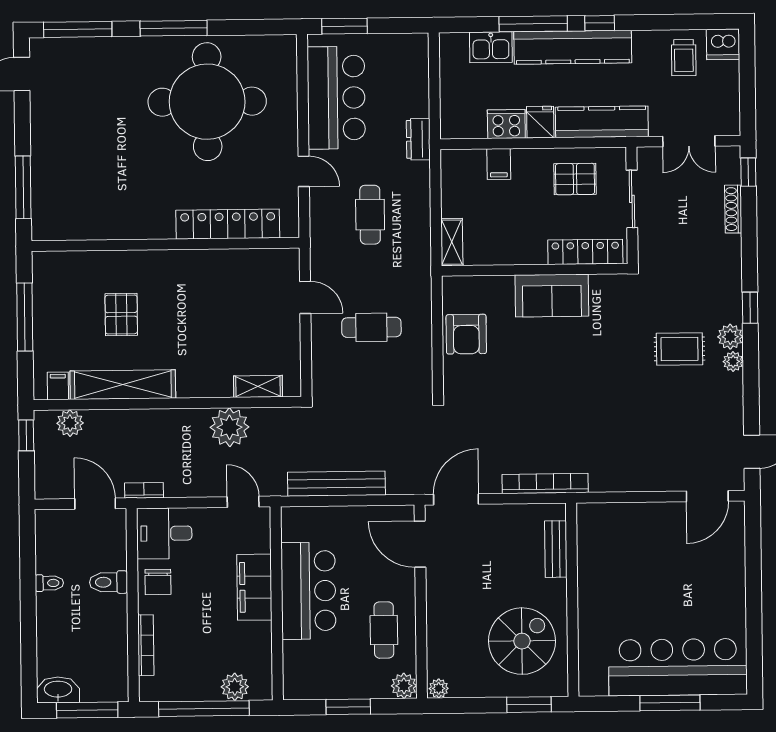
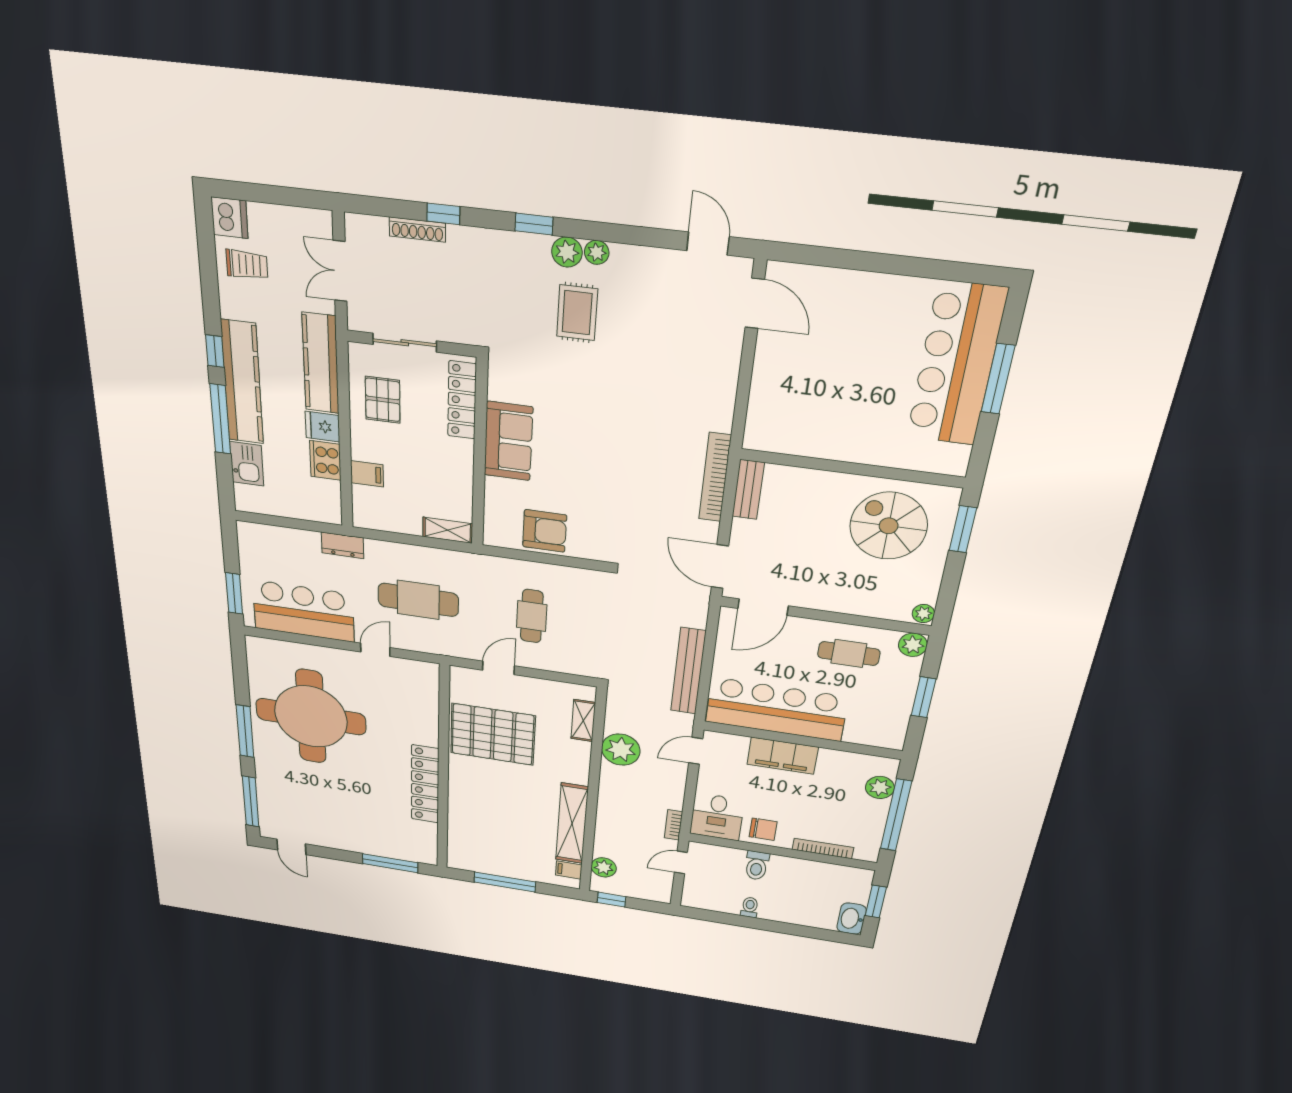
double door: (689, 141) -> (340, 271), swing flipped
window: (748, 172) -> (443, 214), moved
cafe table: (370, 215) -> (418, 600), width x1.37, depth x1.35
locker: (228, 224) -> (425, 784), moved
pallet: (121, 314) -> (493, 734), moved, width x2.05, depth x2.00
door: (95, 504) -> (681, 862), width x0.73
bench: (556, 549) -> (748, 490), moved, turned 90
bar counter: (308, 591) -> (776, 709), width x1.36
window: (87, 710) -> (876, 901), width x0.69

